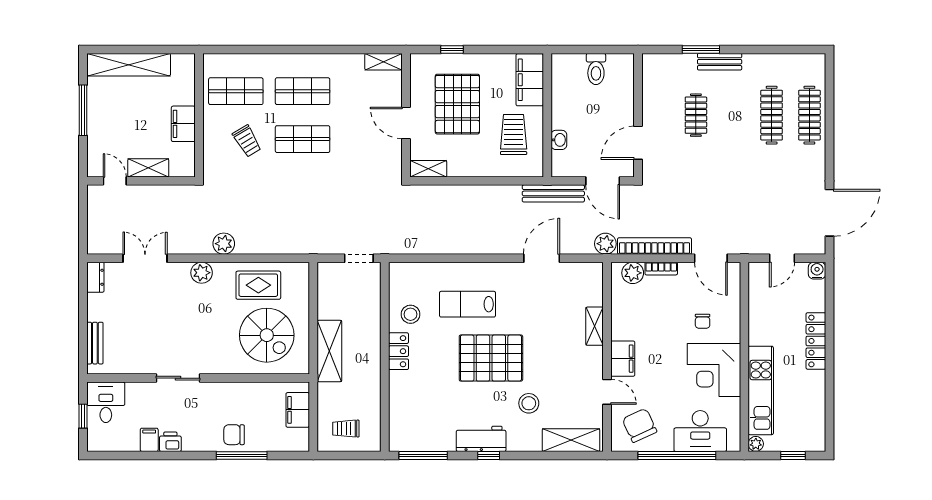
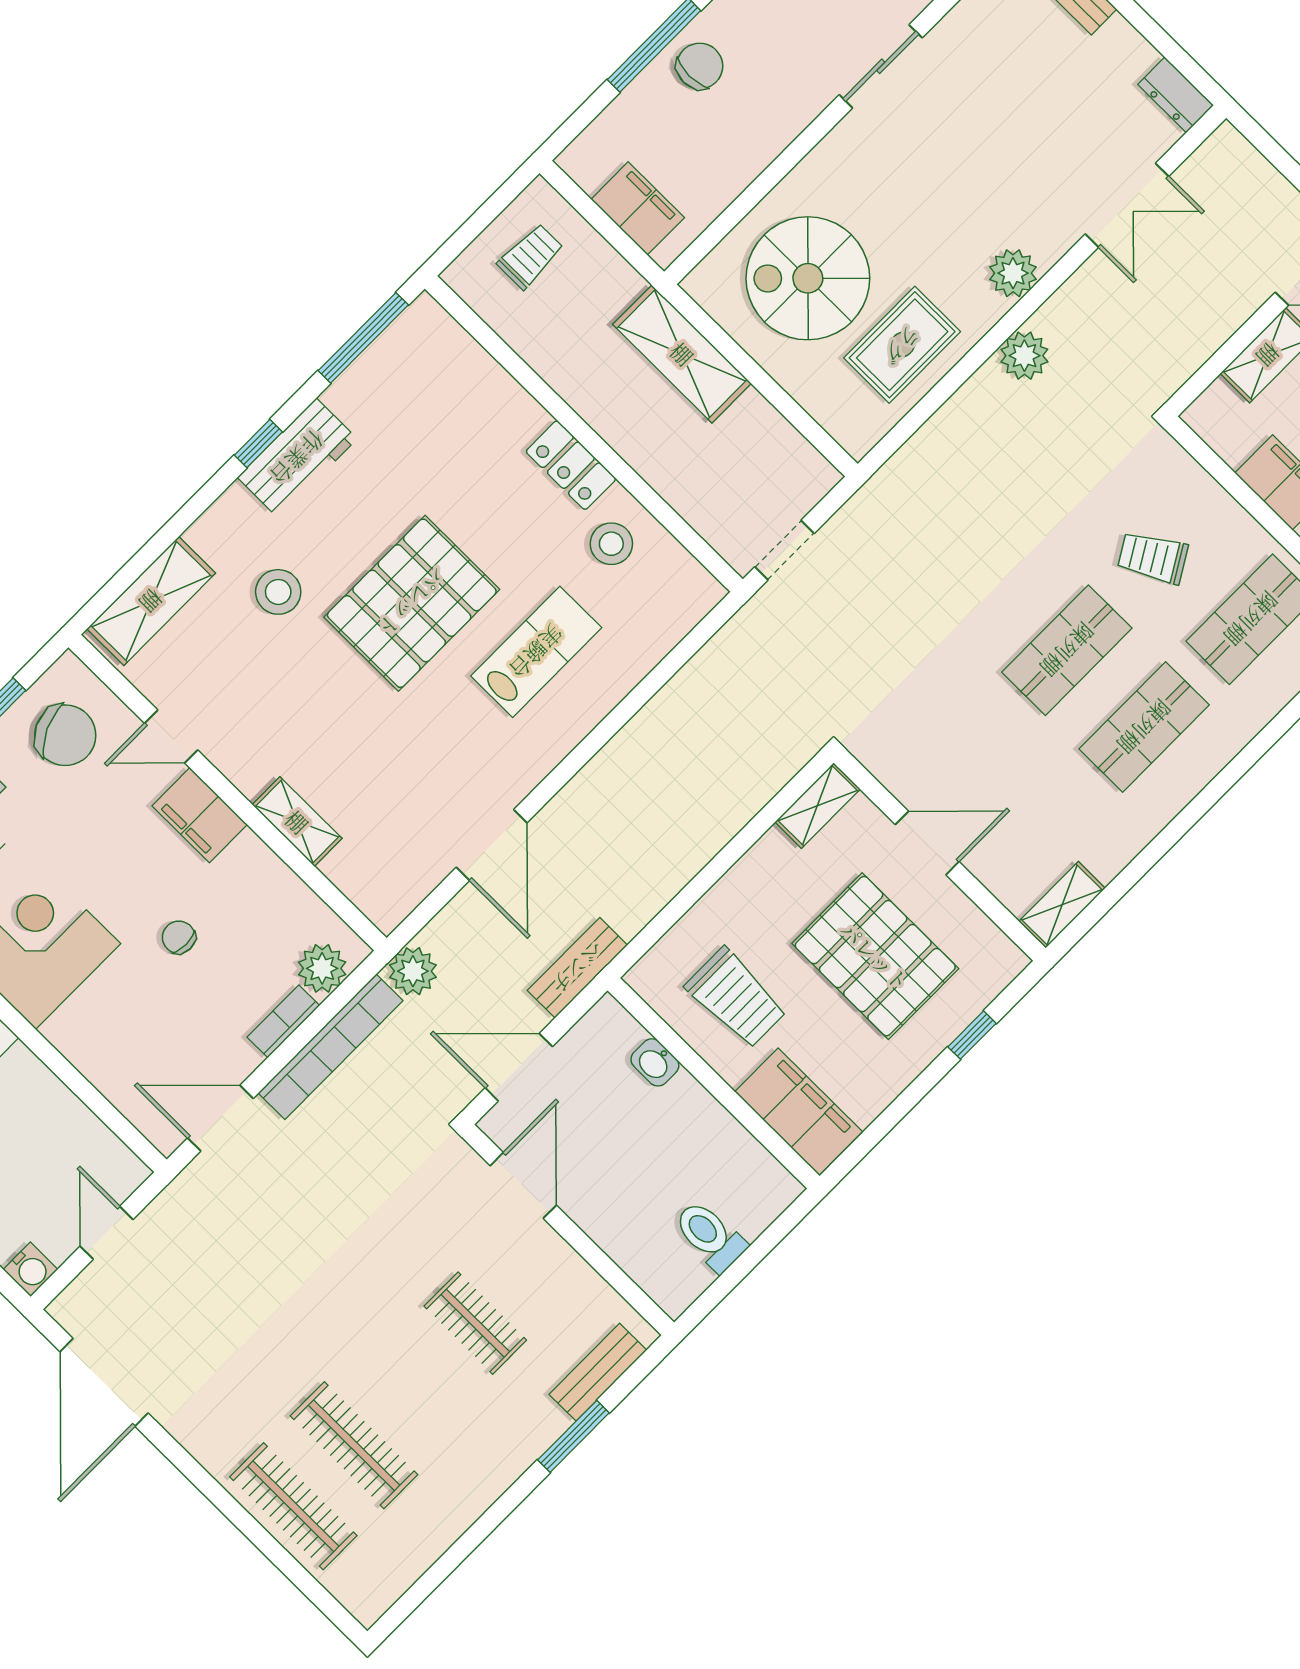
bench: (720, 62) -> (598, 1372), moved
bench: (553, 193) -> (577, 968), width x0.73
chair: (703, 321) -> (179, 937), moved

